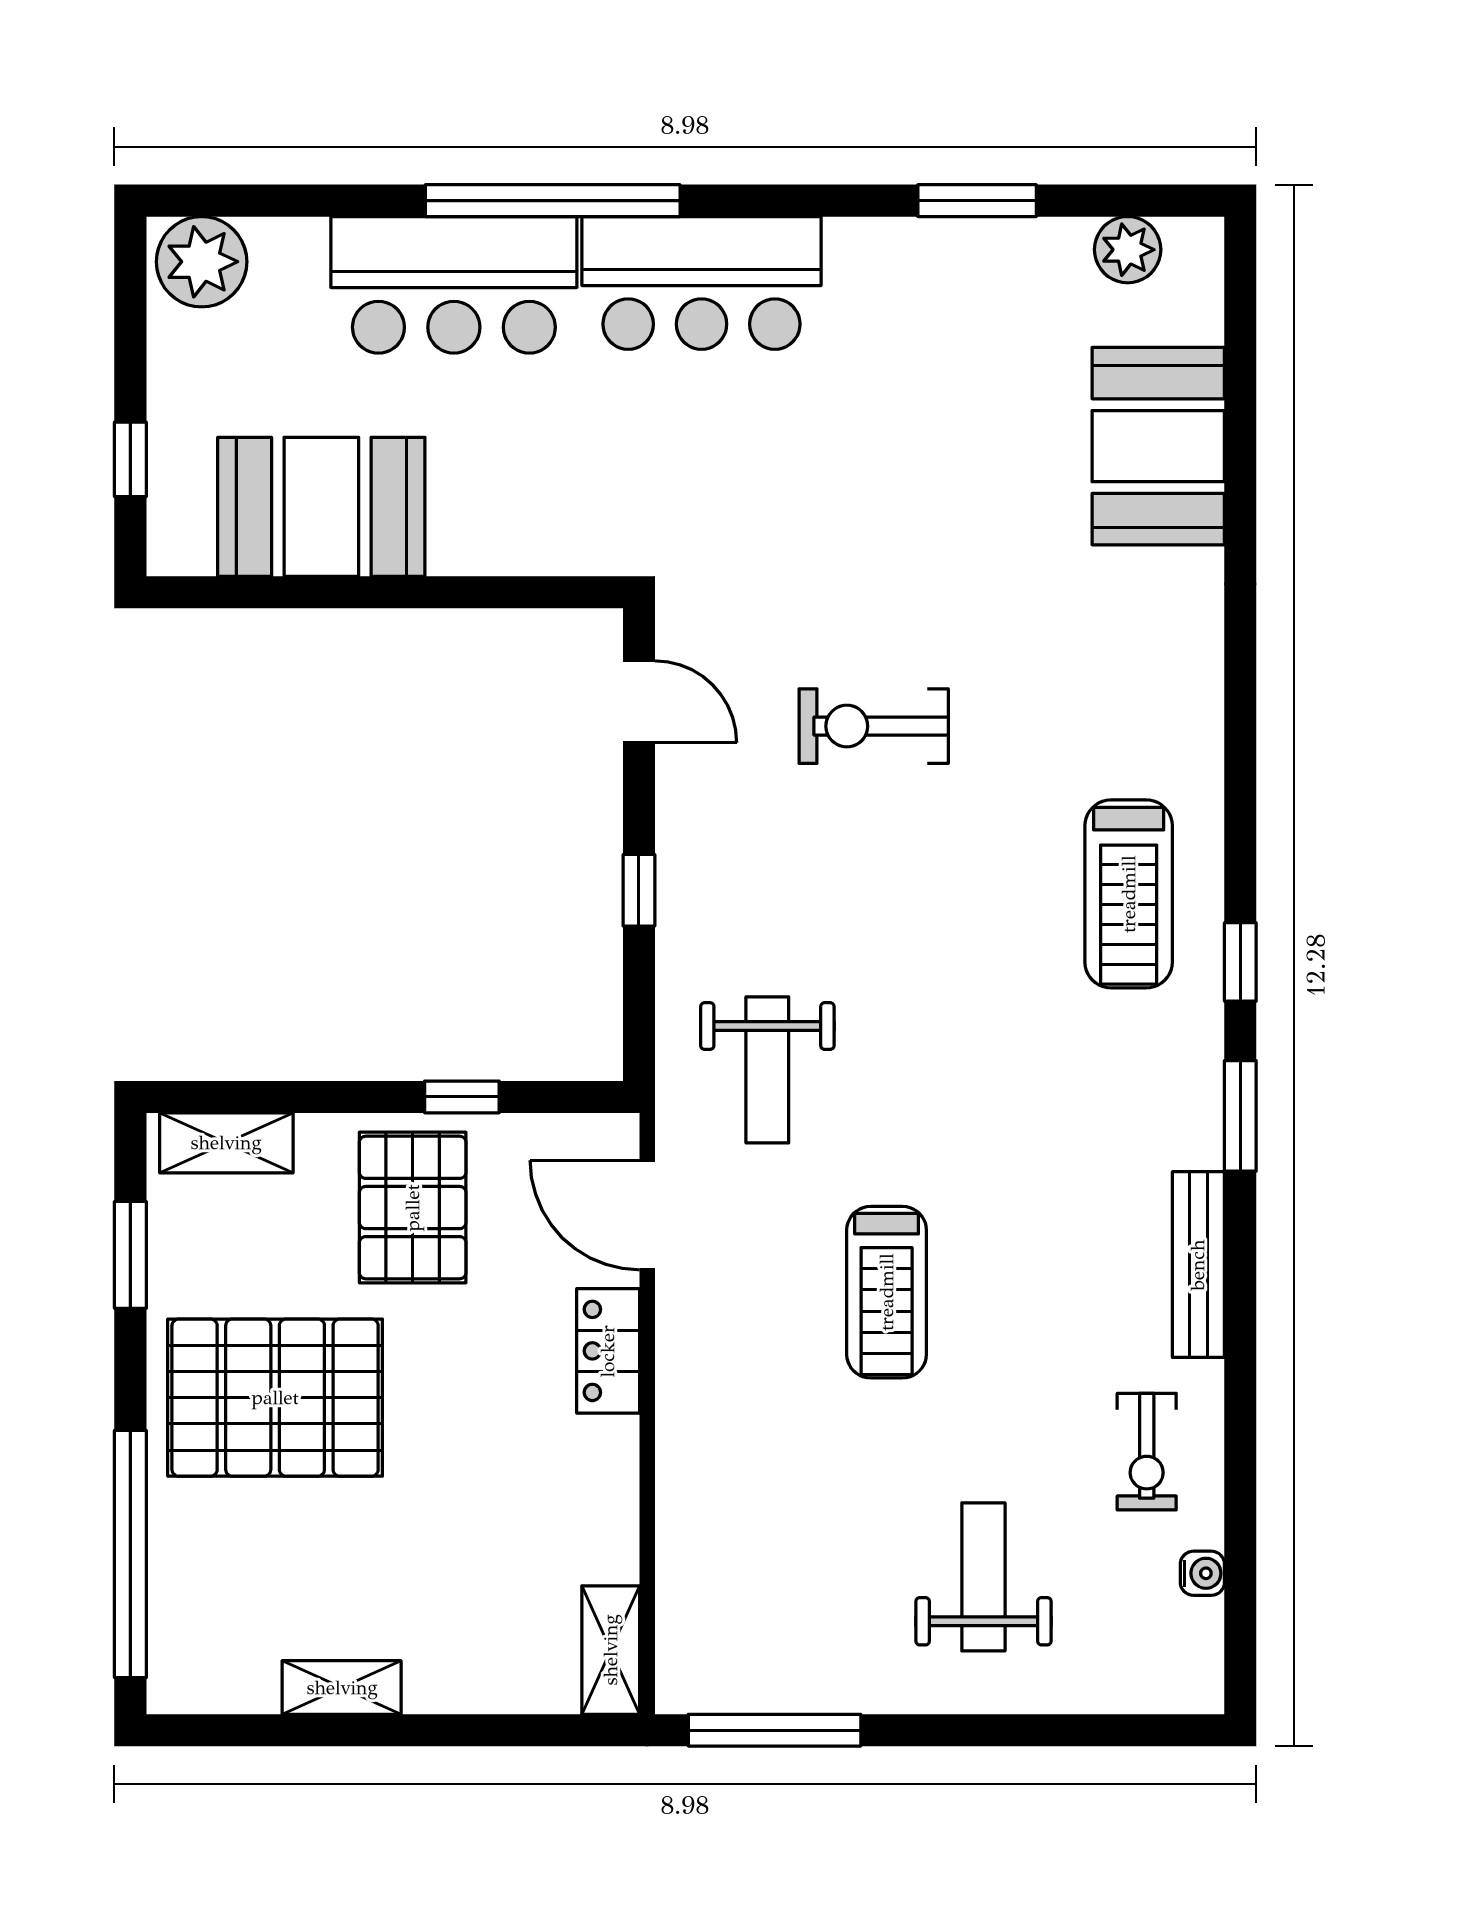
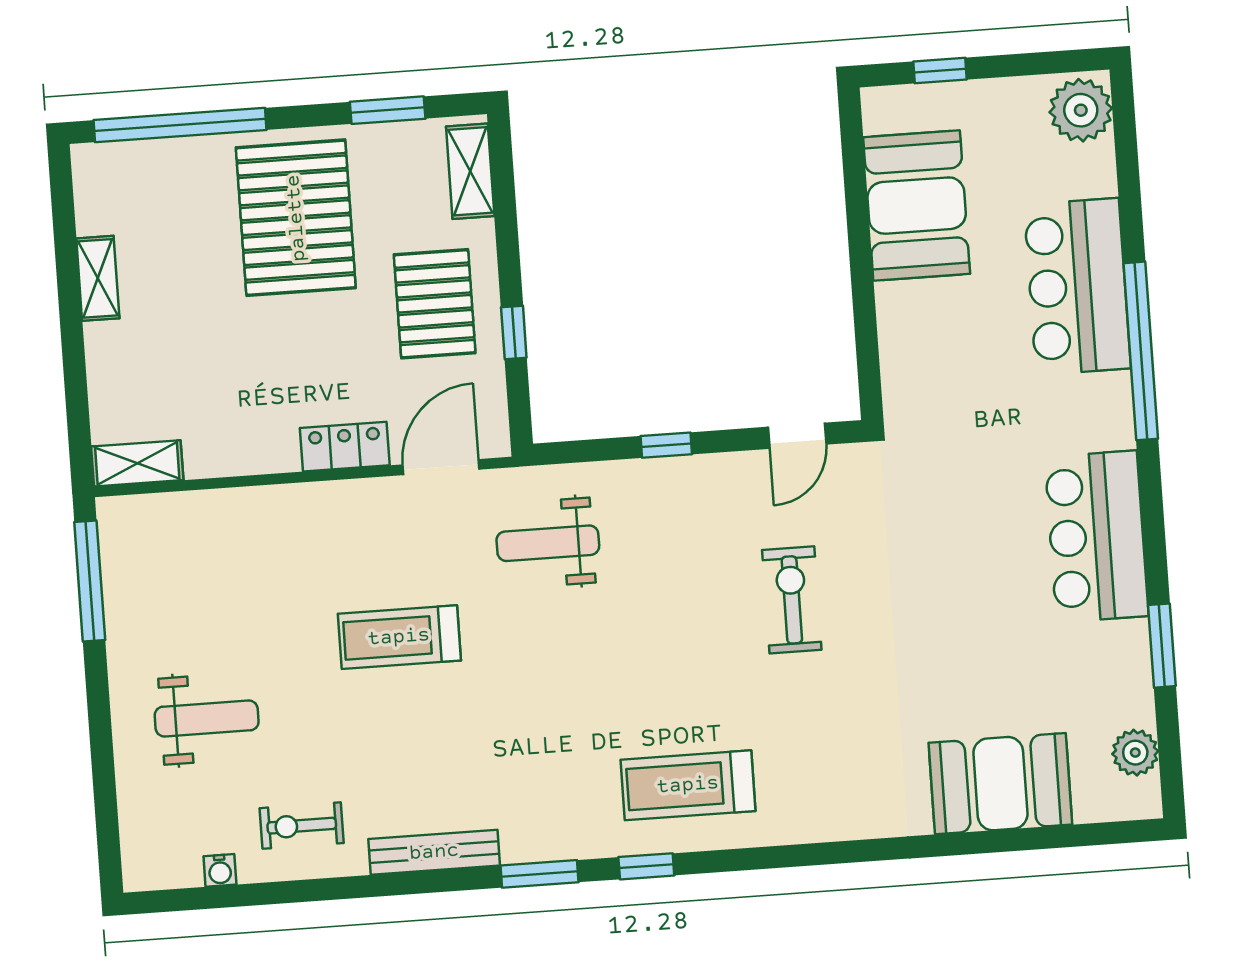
bar counter: (702, 283) -> (1097, 536), moved
pallet: (413, 1208) -> (435, 304), turned 90

